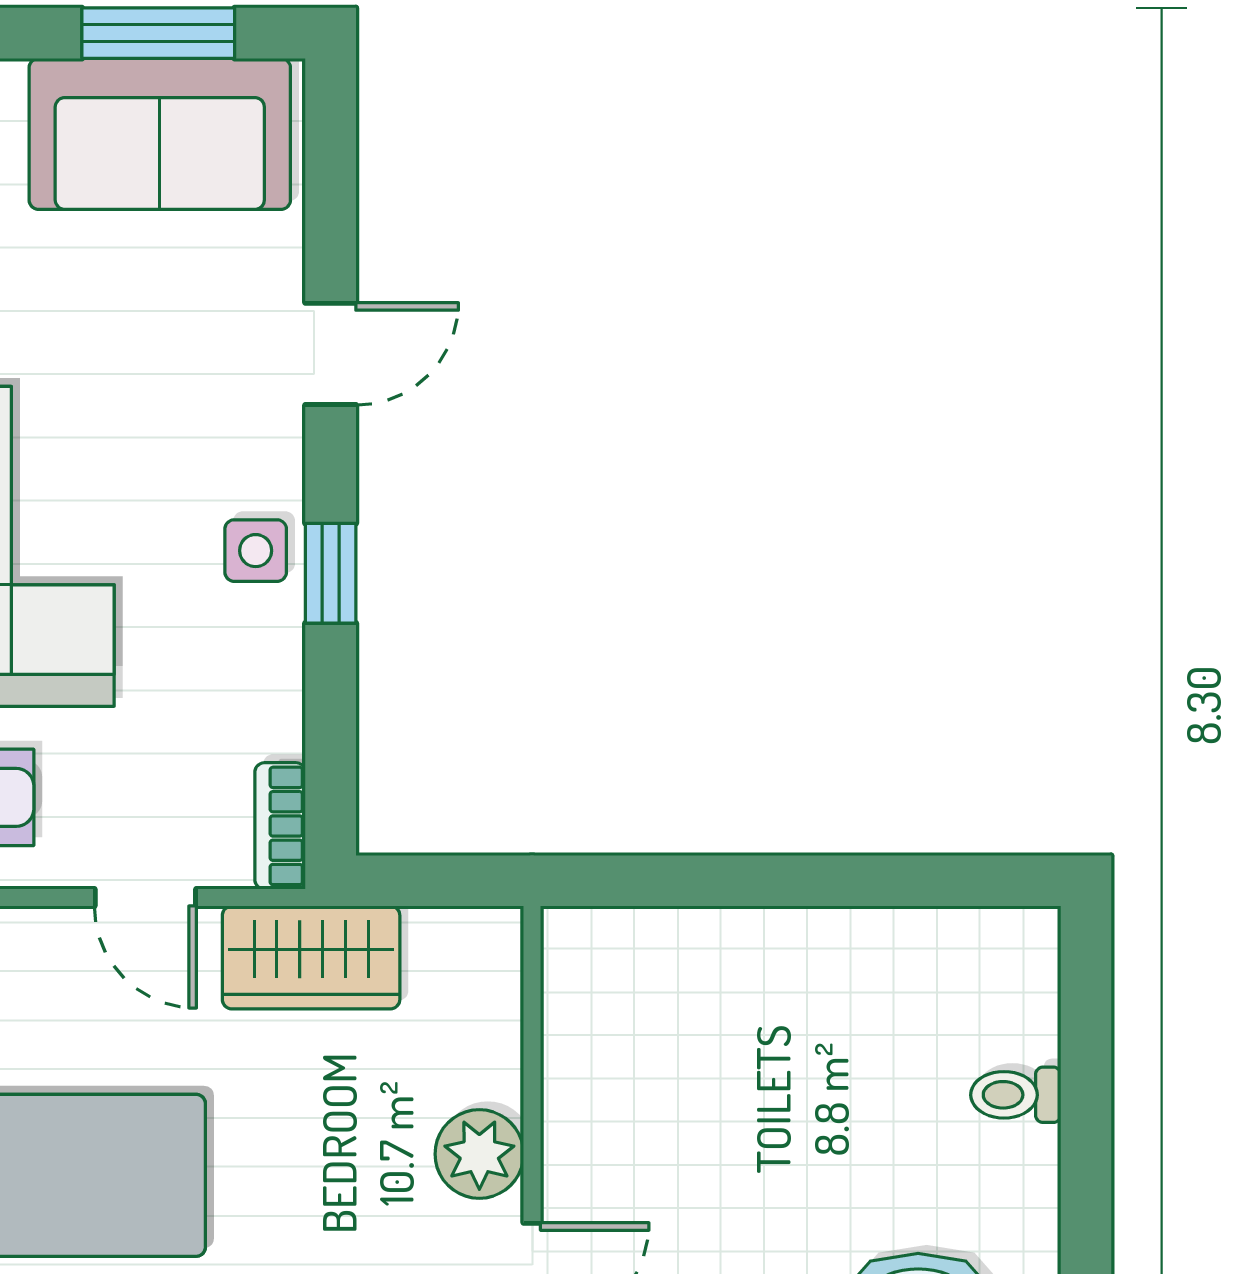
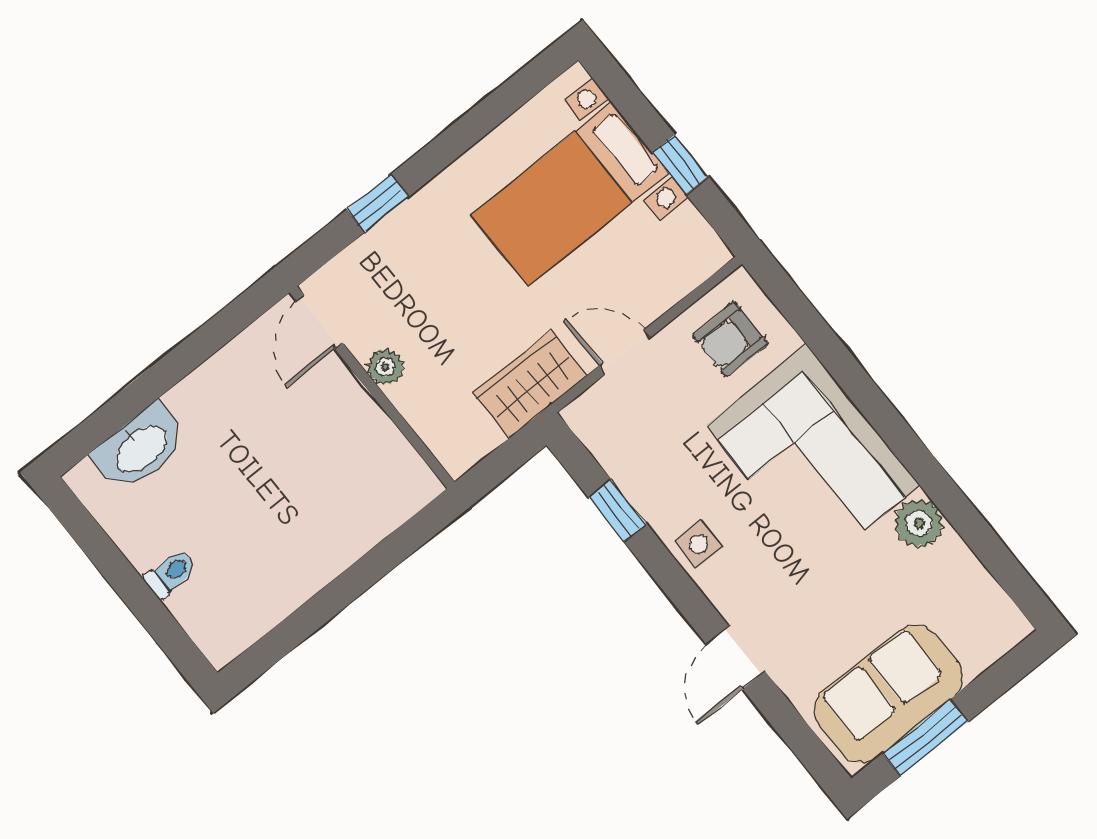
window: (331, 573) -> (618, 511), moved
bookcase: (280, 826) -> (590, 431), removed
plant: (479, 1154) -> (385, 367), width x0.73, depth x0.73

